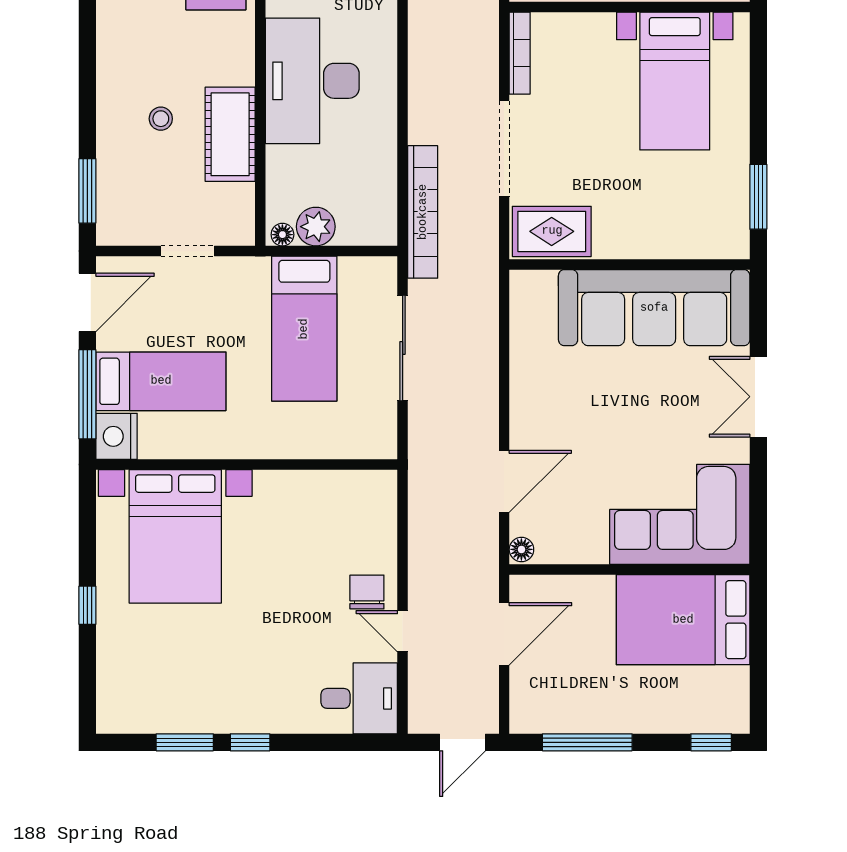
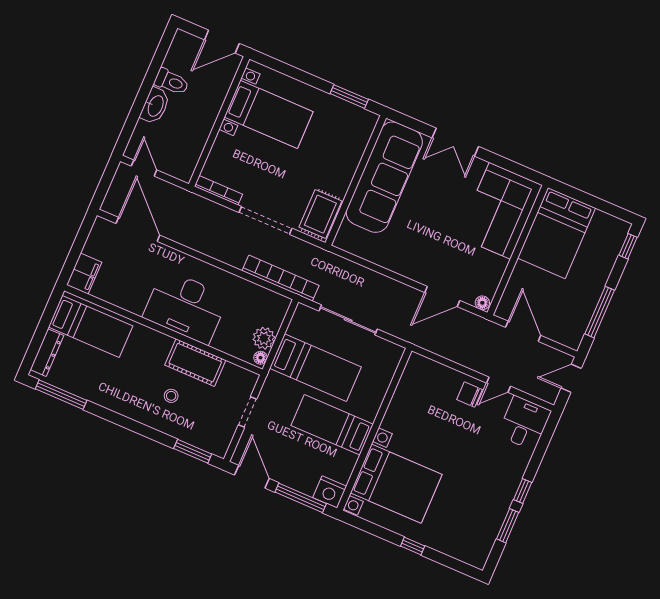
bed: (161, 381) -> (332, 425), moved, turned -90
door: (504, 481) -> (442, 296), swing flipped
door: (463, 742) -> (571, 378), swing flipped

